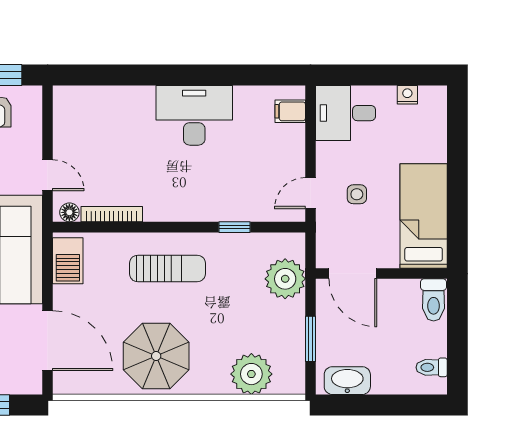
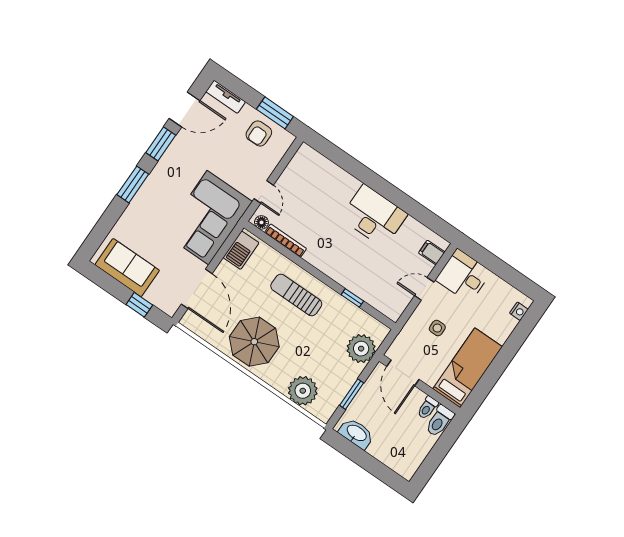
nightstand: (407, 95) -> (519, 311), moved, turned 90
door: (311, 193) -> (424, 289), moved
sun lounger: (167, 268) -> (296, 295), turned 180
toilet: (432, 367) -> (428, 408), moved, turned -90

